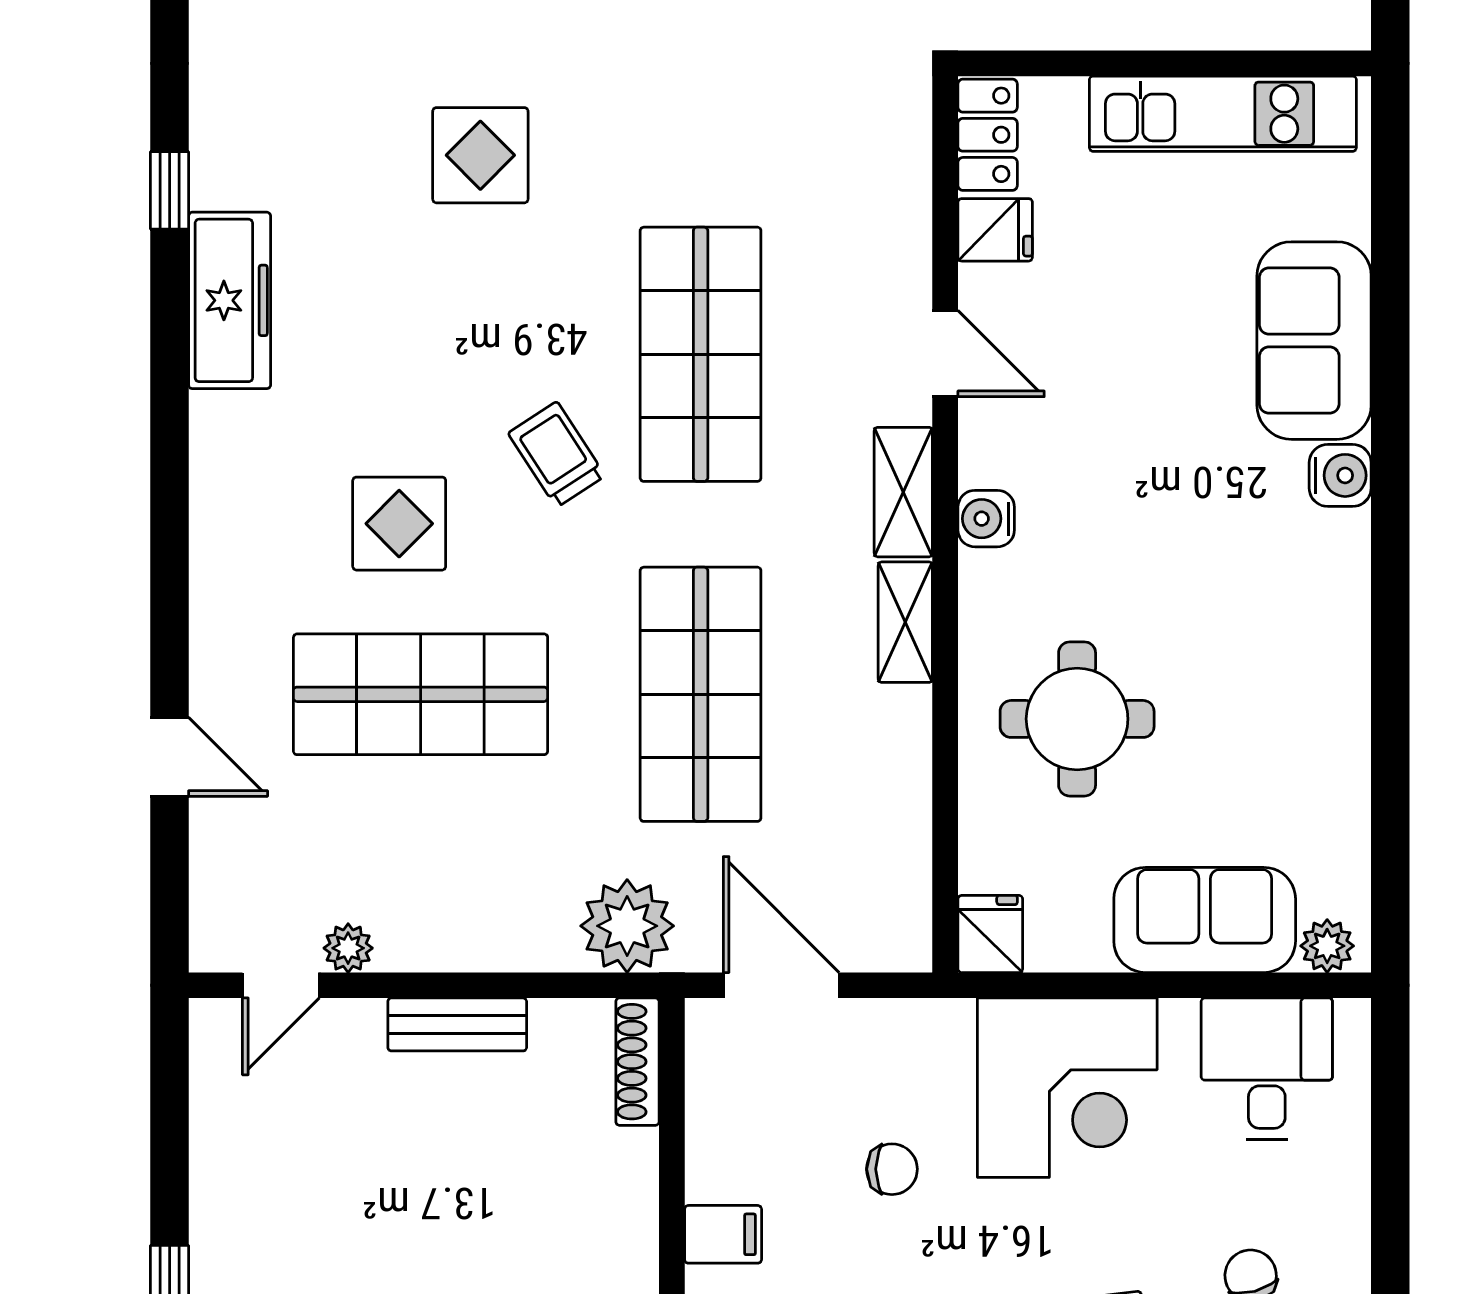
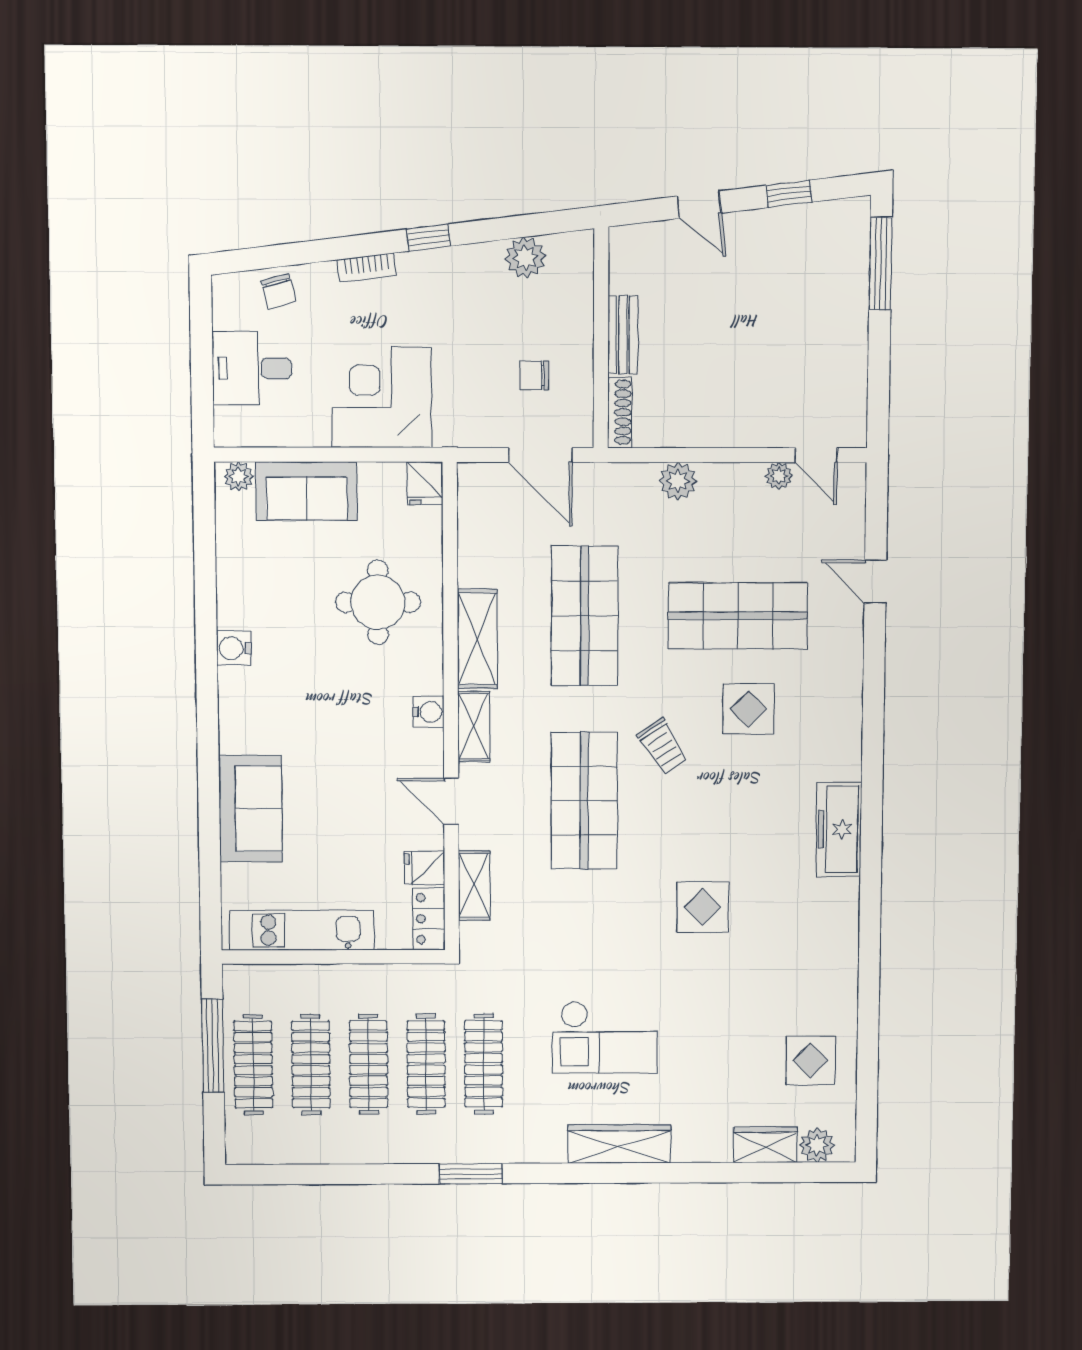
window: (170, 190) -> (870, 888), removed
shelving: (903, 197) -> (474, 885), added
water cooler: (1340, 475) -> (234, 648), moved
shelving: (905, 622) -> (477, 639), width x1.50, depth x1.33
plant: (627, 926) -> (678, 481), moved, width x0.73, depth x0.73
door: (281, 985) -> (816, 455), swing flipped
bench: (457, 1024) -> (623, 335), moved, turned 90
desk: (1267, 1069) -> (252, 368), moved, turned 90
chair: (892, 1169) -> (534, 375), moved
filing cabinet: (723, 1234) -> (573, 315), removed

